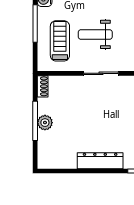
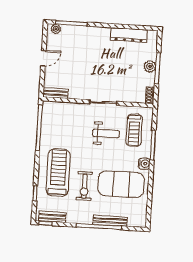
dresser: (100, 161) -> (129, 35), moved

